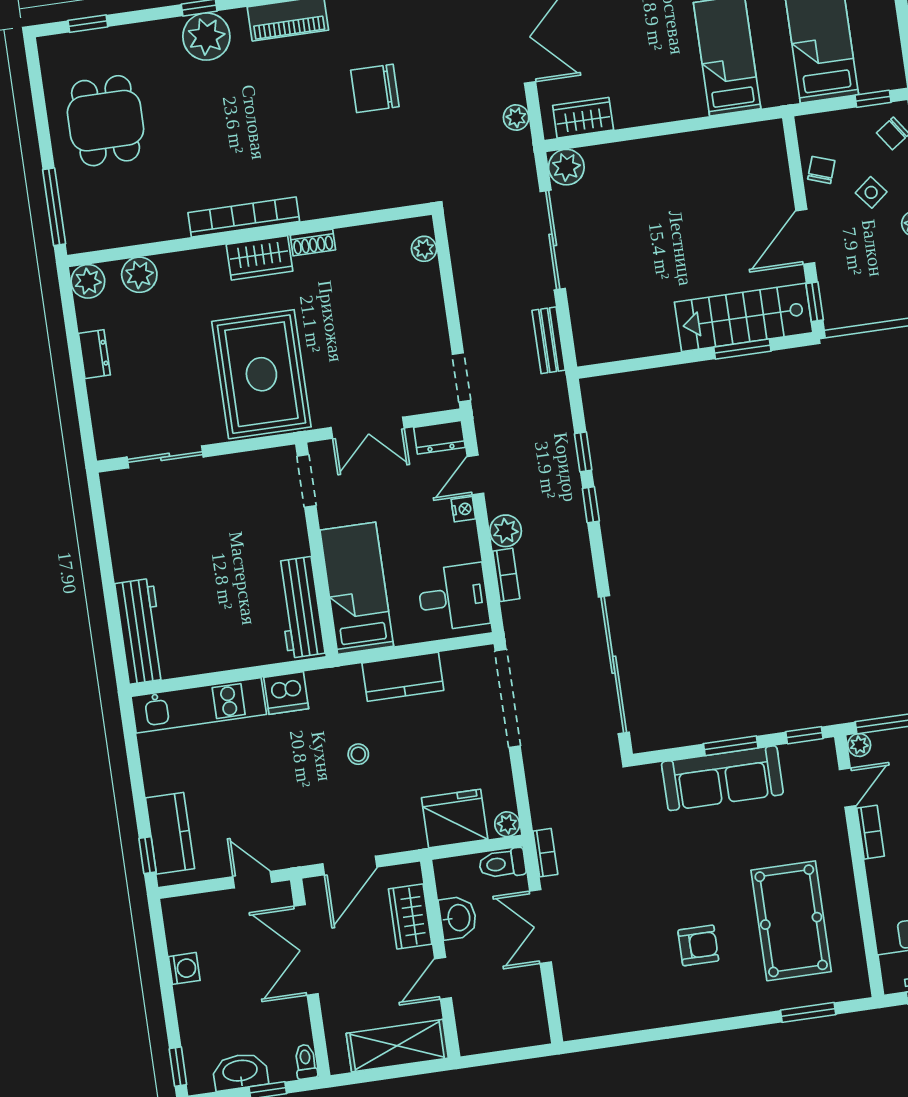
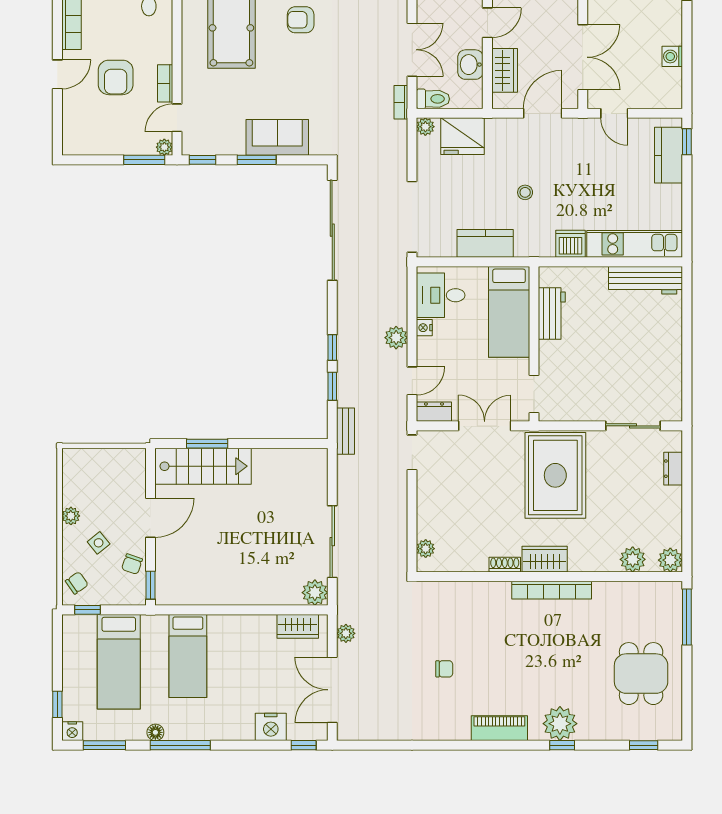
chair: (375, 88) -> (444, 669), width x0.54, depth x0.54
window: (815, 302) -> (150, 585), moved
bench: (549, 340) -> (346, 431), moved
dresser: (94, 354) -> (673, 469), moved
nightstand: (463, 509) -> (424, 328), moved
bookcase: (506, 575) -> (400, 306), removed
workbench: (300, 607) -> (552, 313), width x0.73
workbench: (141, 631) -> (646, 280), moved, turned -90
sofa: (722, 778) -> (277, 137), width x0.73

